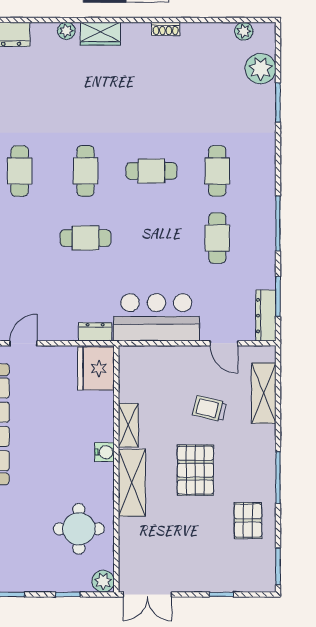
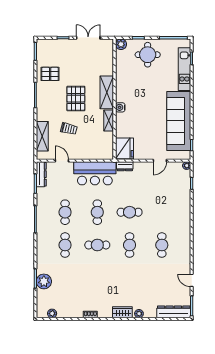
plant: (261, 69) -> (44, 281), moved
cafe table: (151, 238) -> (97, 212), added
pallet: (248, 521) -> (50, 74), turned 90
round table: (79, 529) -> (148, 55), moved
double door: (147, 594) -> (88, 38), moved

